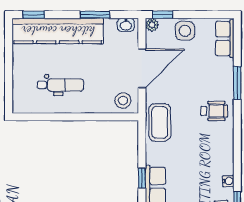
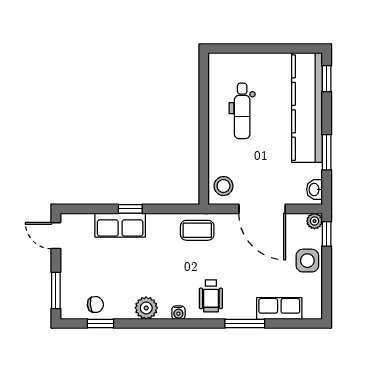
row of seats: (225, 39) -> (279, 308), moved
coffee table: (160, 122) -> (197, 230), width x0.73, depth x0.77
plant: (224, 165) -> (146, 308), added
water cooler: (228, 181) -> (178, 313), moved

